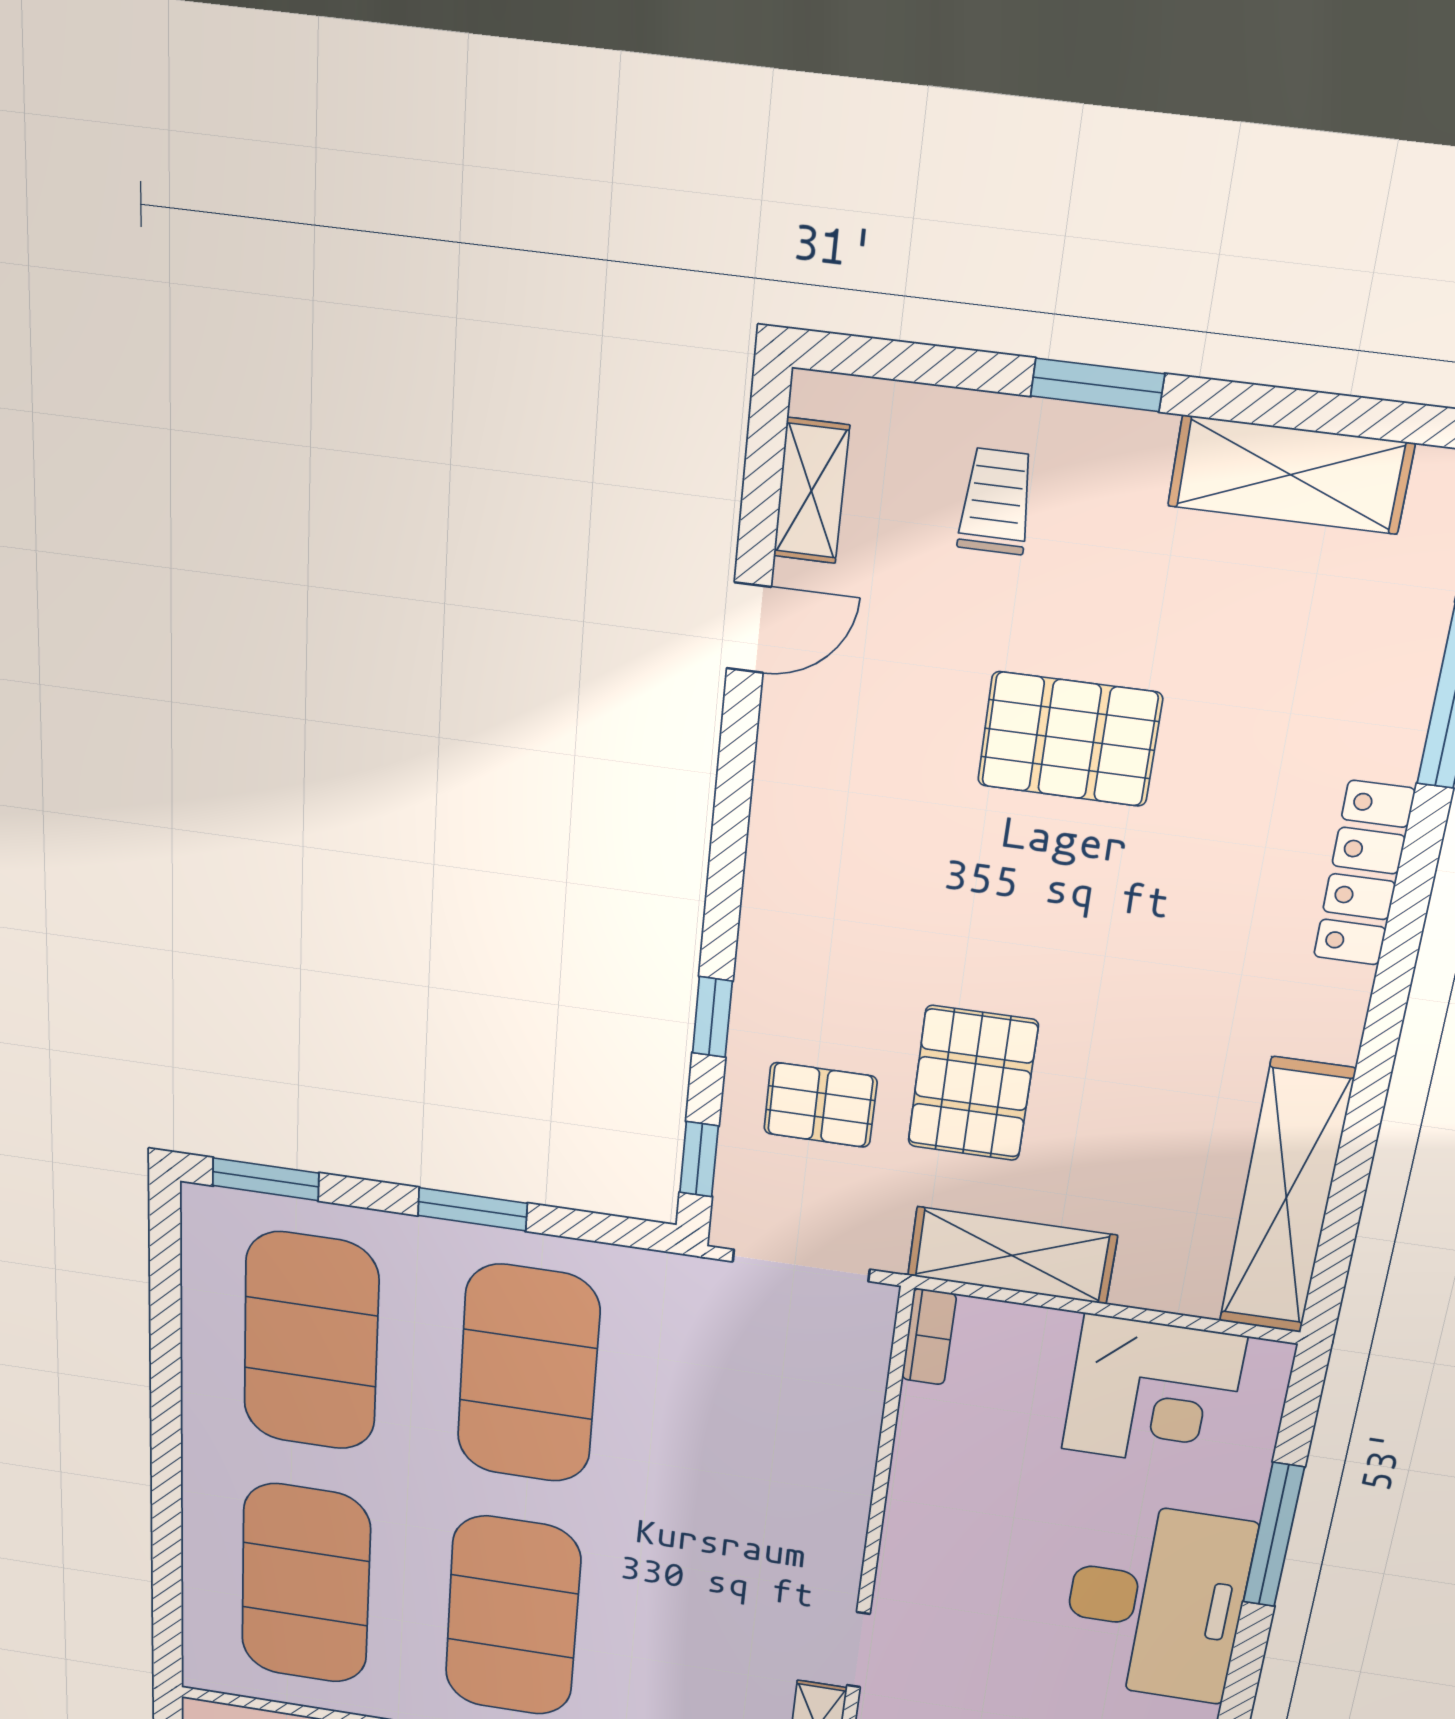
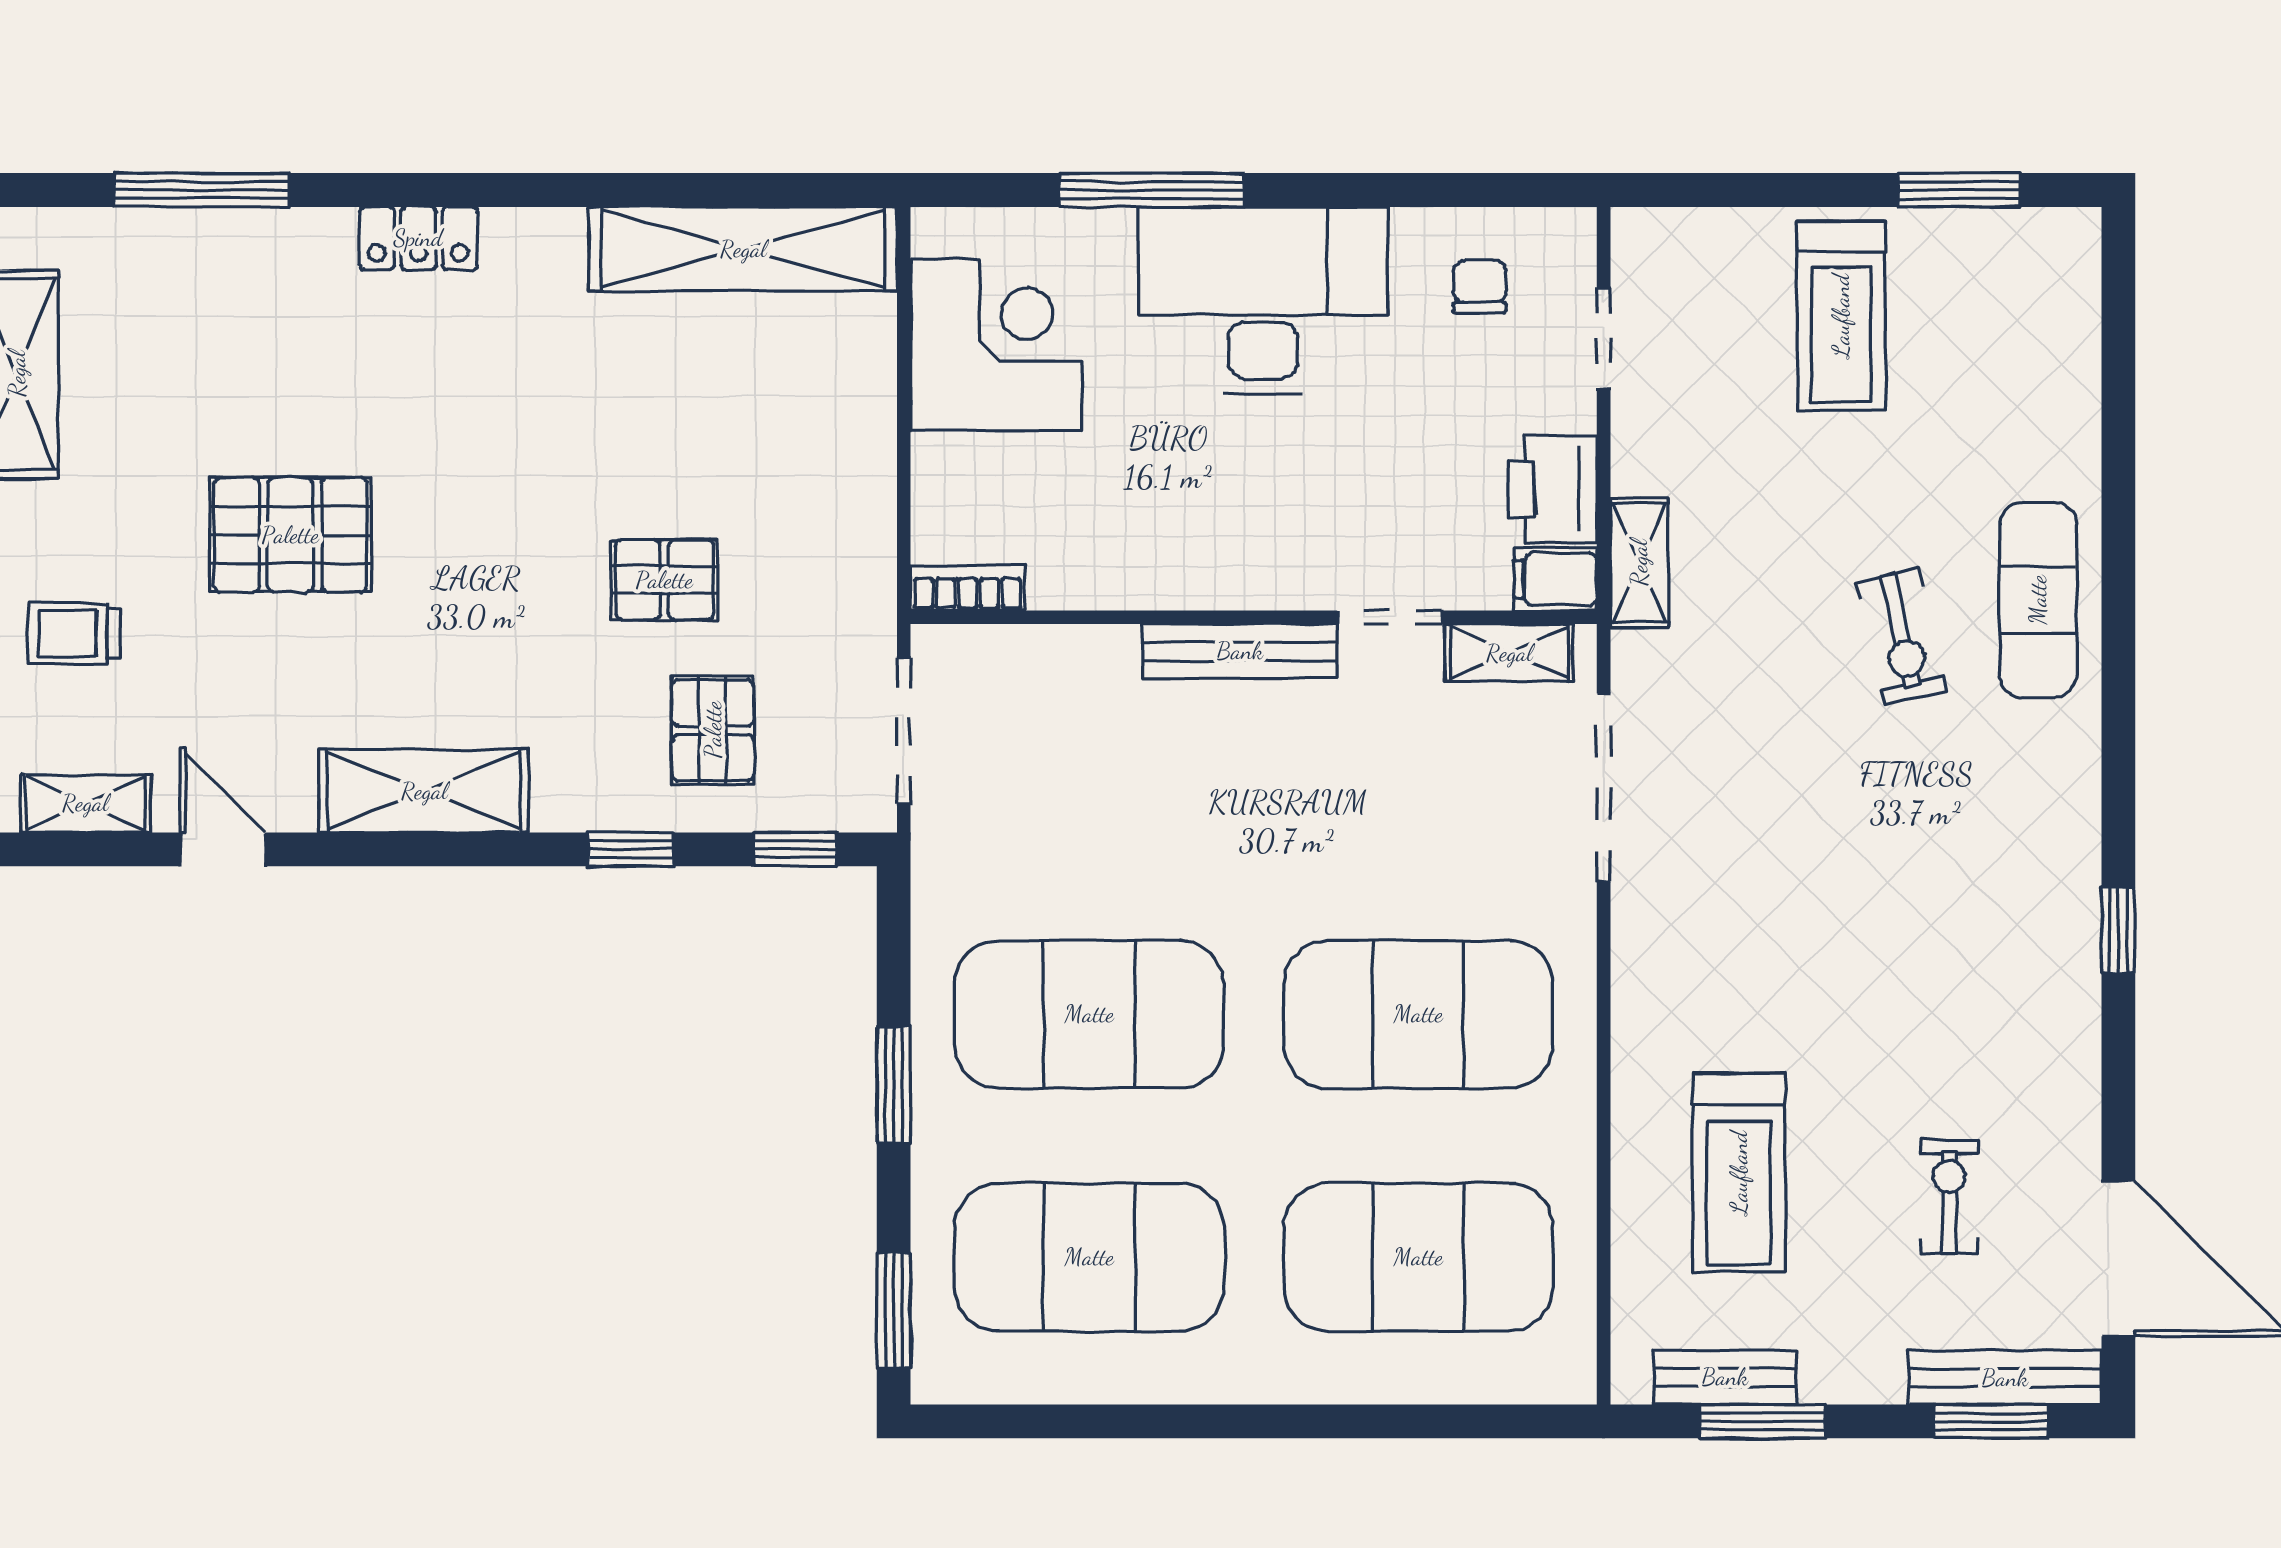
pallet: (1070, 739) -> (290, 535), turned 90
locker: (1364, 874) -> (418, 238), width x0.66
pallet: (973, 1084) -> (664, 580), width x0.67, depth x0.71
shelving: (1012, 1255) -> (424, 791), moved, turned 90
bench: (843, 1537) -> (1240, 651), added

